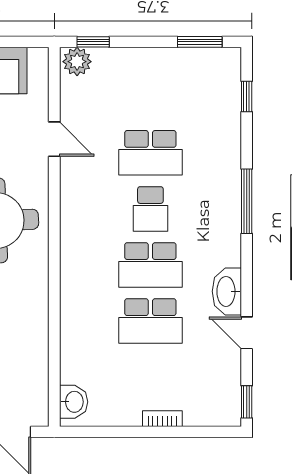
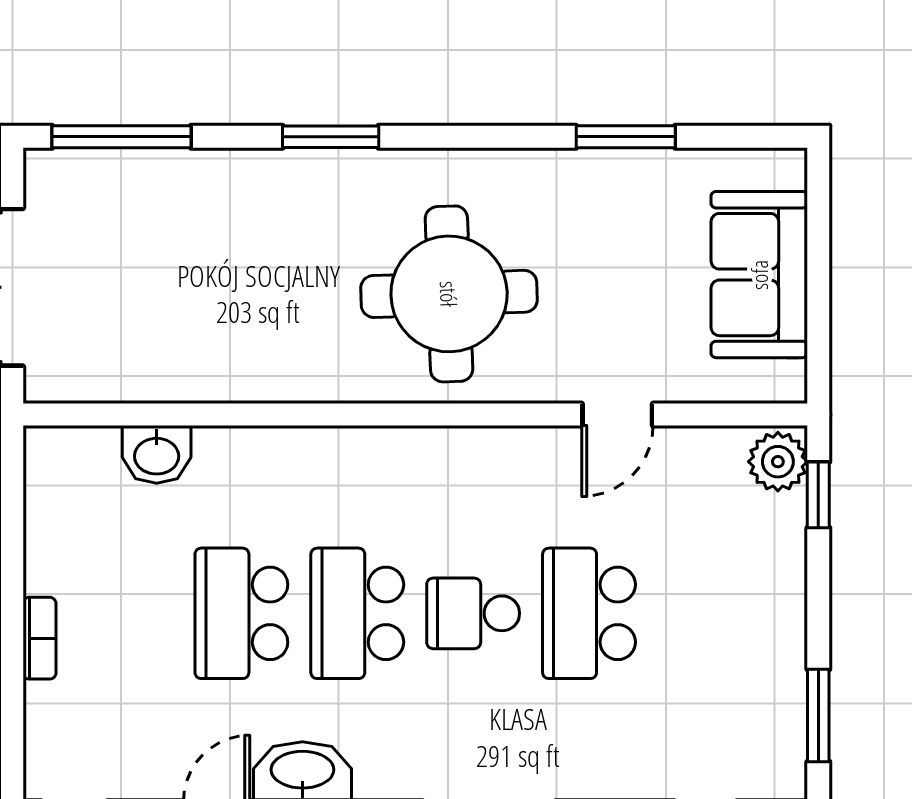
washbasin: (74, 402) -> (157, 454), moved

